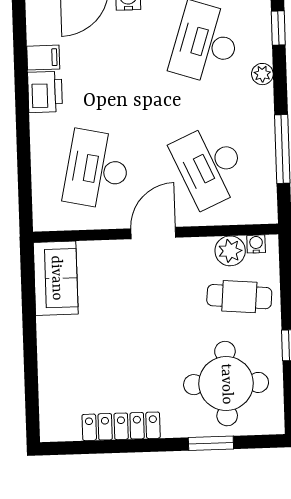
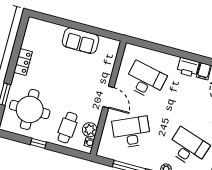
sofa: (56, 278) -> (81, 41), moved
locker: (121, 426) -> (23, 62), width x0.66

